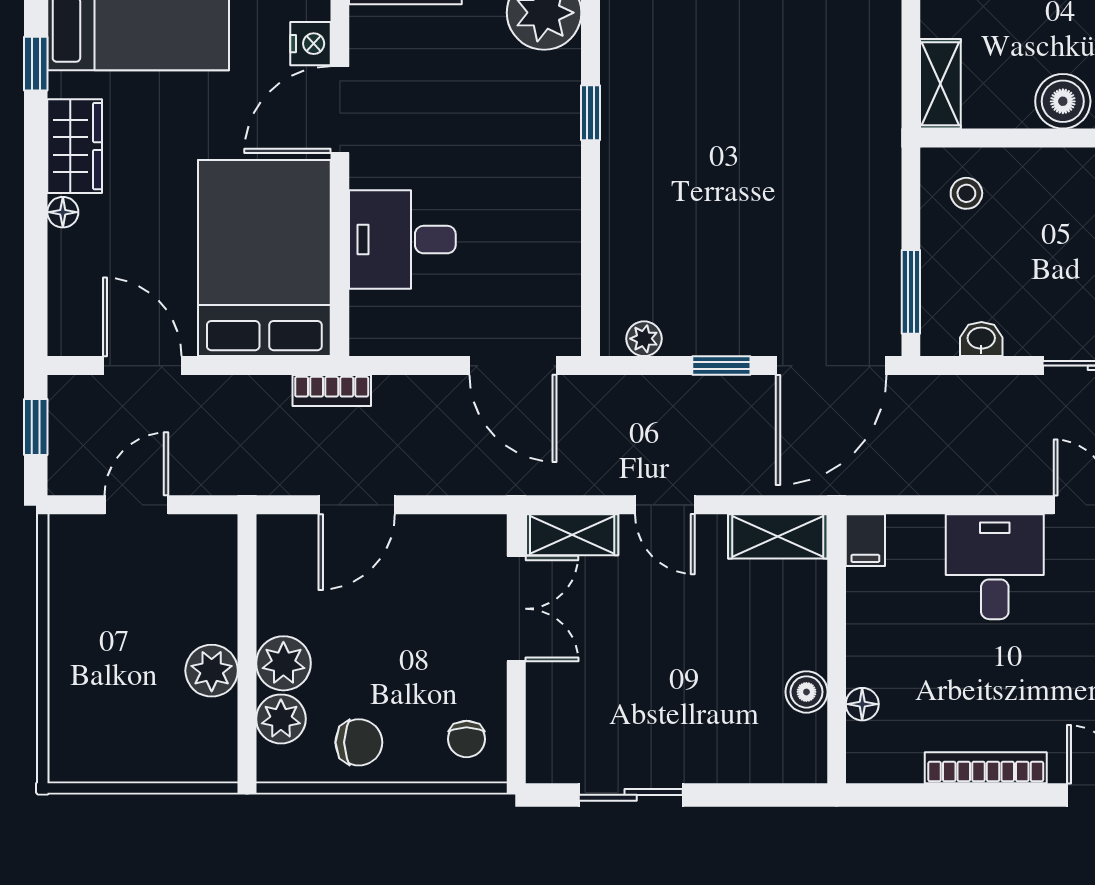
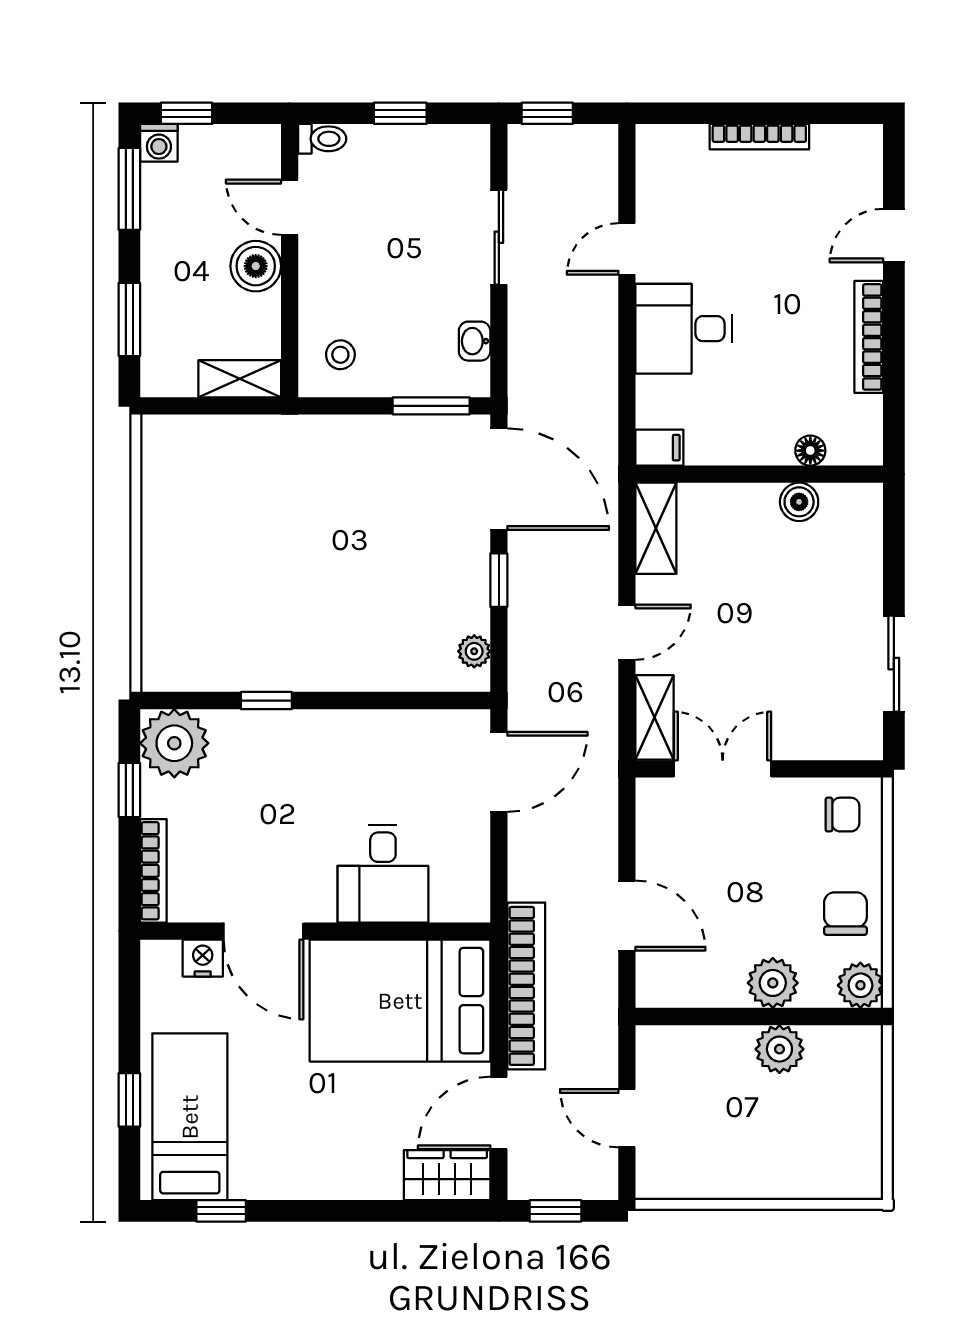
wardrobe: (75, 146) -> (447, 1175), moved
floor lamp: (63, 212) -> (358, 1186), removed
bookcase: (332, 390) -> (526, 986), width x2.31, depth x1.31
plant: (281, 719) -> (860, 985), moved

